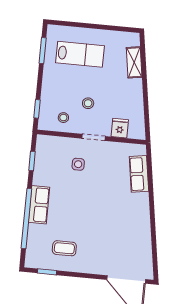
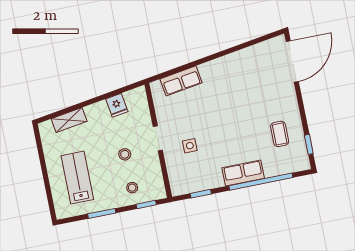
window: (43, 51) -> (102, 213), moved
stool: (63, 118) -> (132, 188), moved
fridge: (120, 128) -> (117, 105), moved, turned -99

